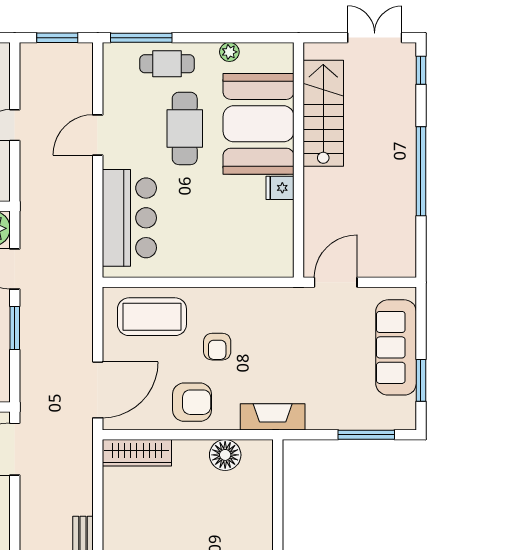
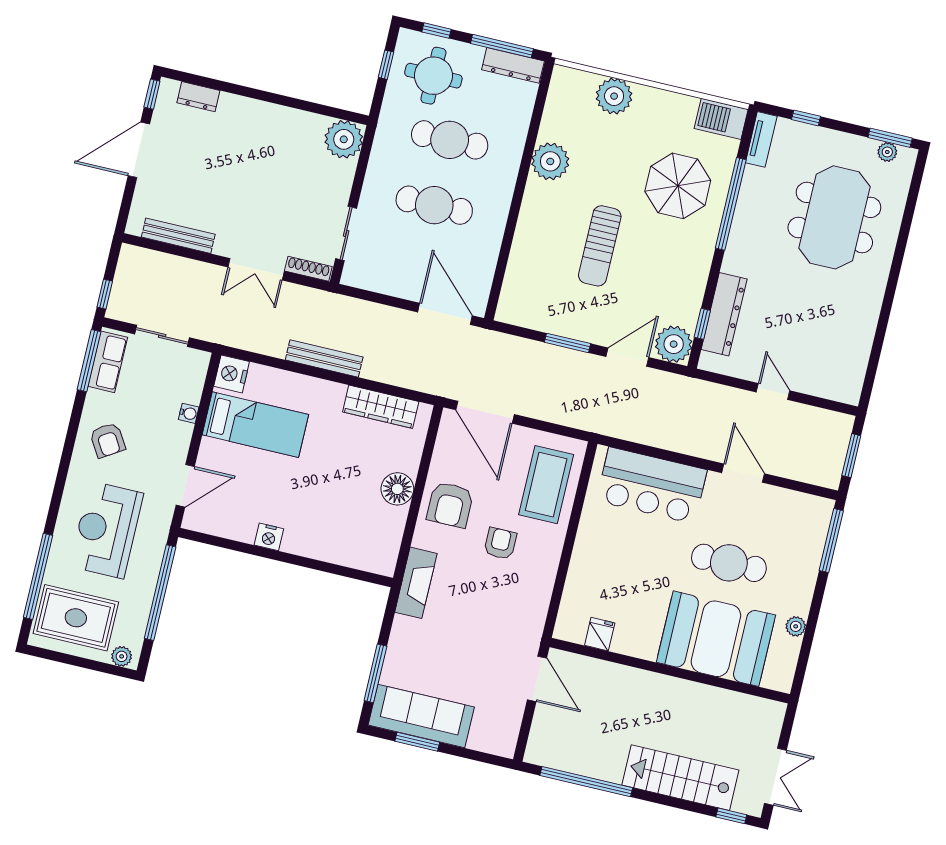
cafe table: (167, 64) -> (799, 560), removed
stairs: (323, 113) -> (680, 778), moved, turned 180
window: (421, 171) -> (586, 782), moved
fridge: (280, 188) -> (600, 634), moved
armchair: (217, 347) -> (500, 543), turned 90
sofa: (396, 347) -> (421, 716), moved
wardrobe: (137, 453) -> (381, 407), moved, turned -90
floor lamp: (225, 455) -> (397, 489), moved

